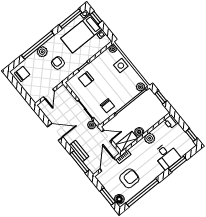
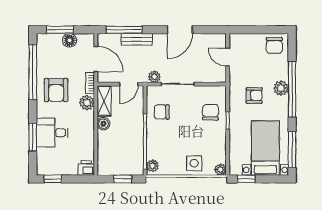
window: (96, 18) -> (246, 179), moved
plant: (150, 138) -> (87, 103), moved
armchair: (129, 178) -> (56, 90), moved
floor lamp: (119, 199) -> (69, 40), moved

